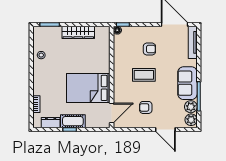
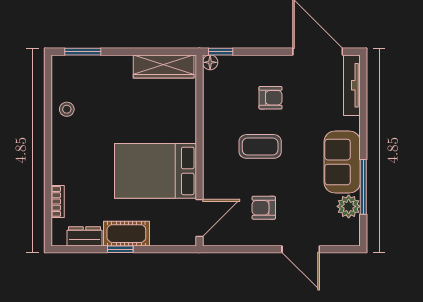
wardrobe: (78, 32) -> (164, 66), moved
plant: (191, 120) -> (349, 231), removed

